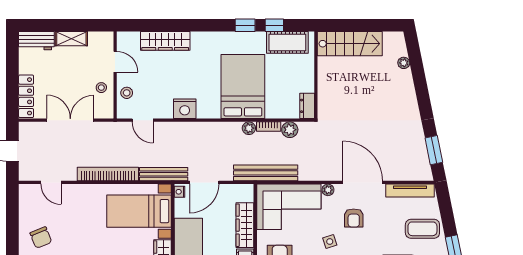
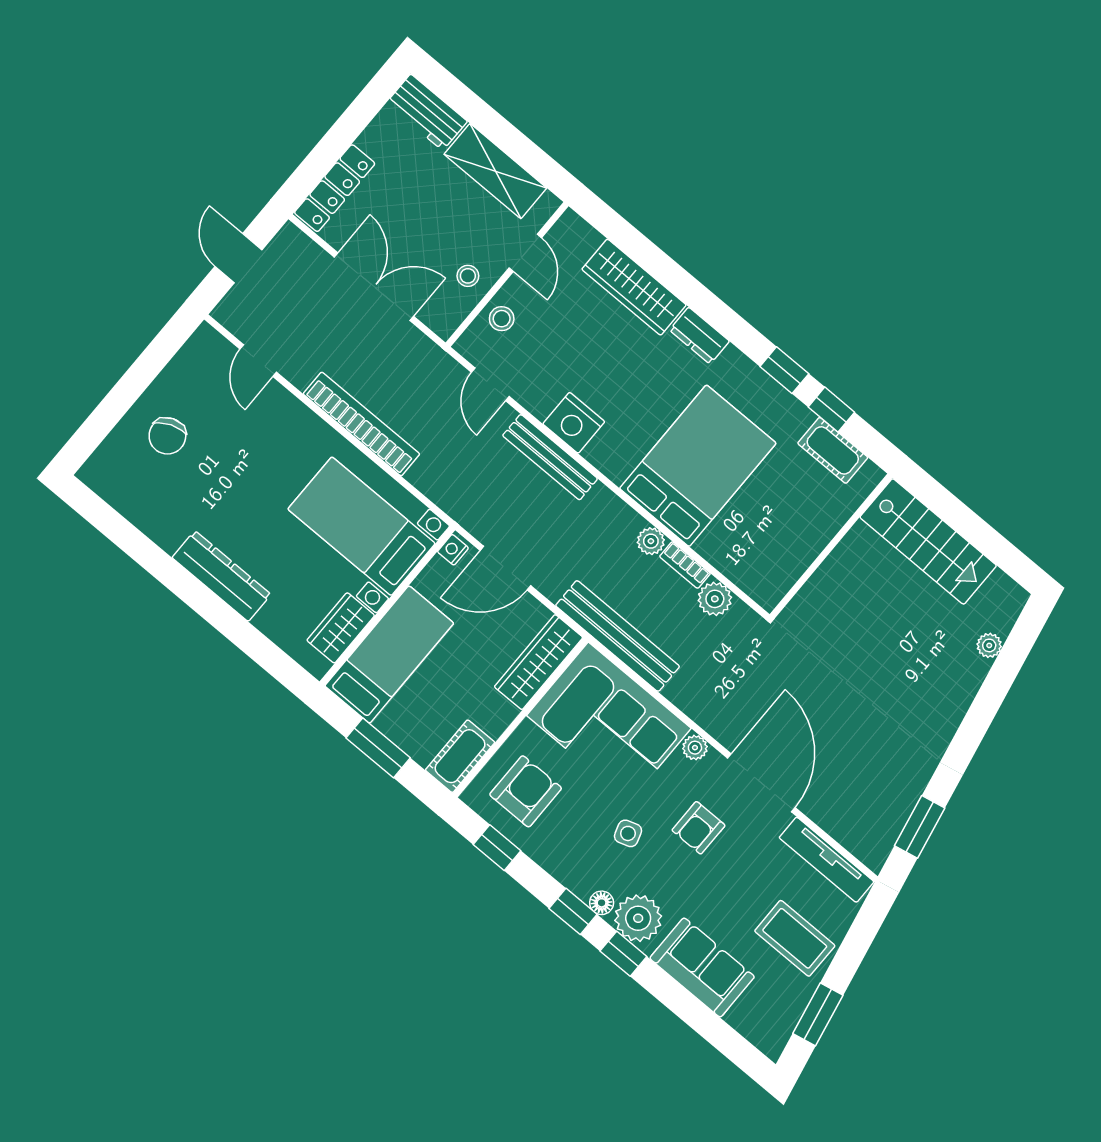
shelving: (71, 39) -> (495, 171), width x1.50, depth x1.33
cot: (287, 42) -> (833, 450), width x0.73, depth x0.75
dresser: (307, 106) -> (699, 336), moved, turned -90
bench: (164, 174) -> (550, 457), moved
wardrobe: (245, 225) -> (539, 662), moved

